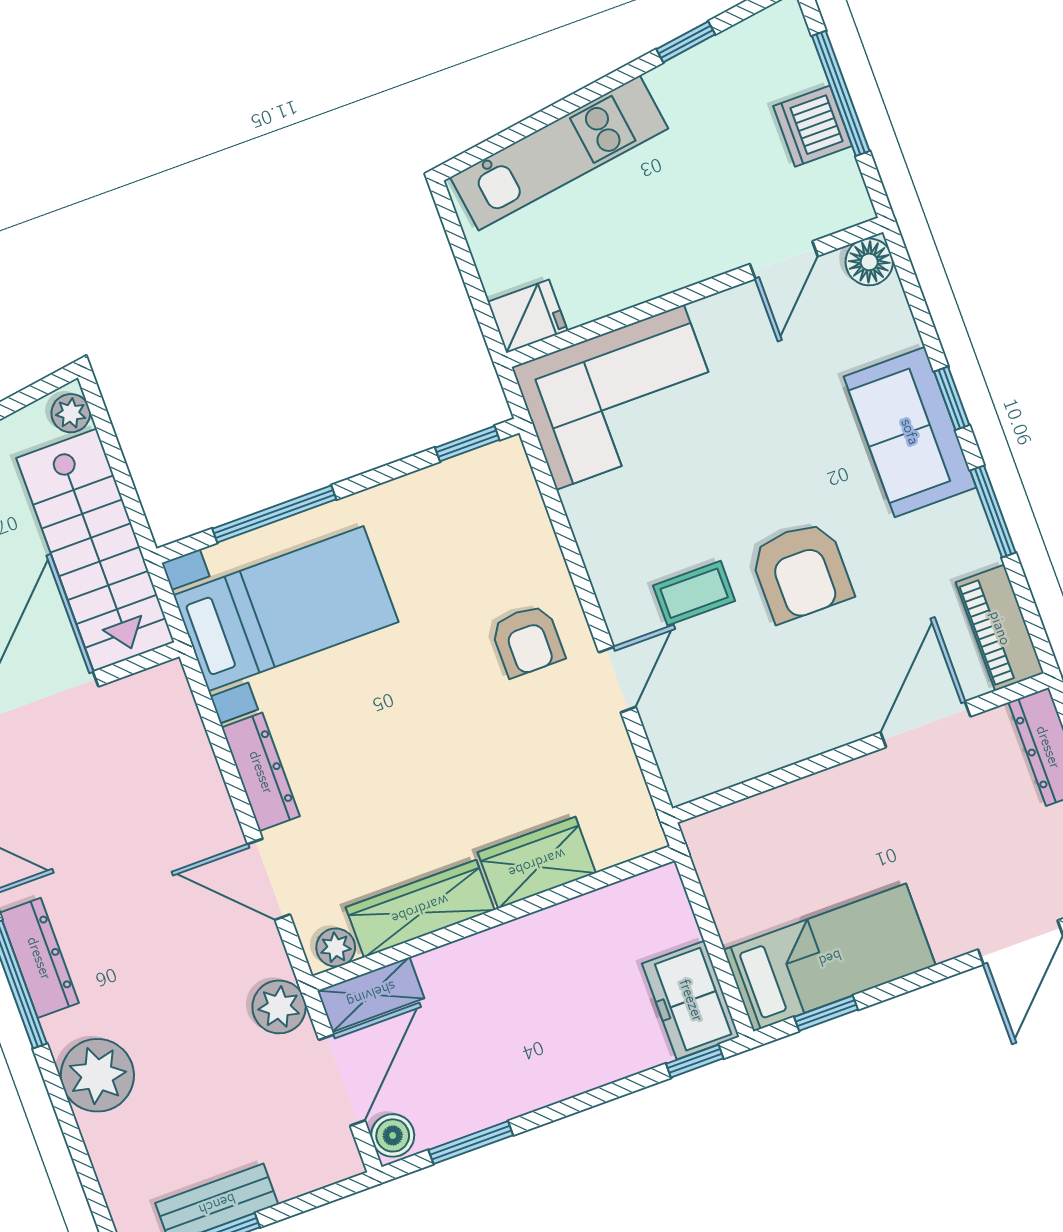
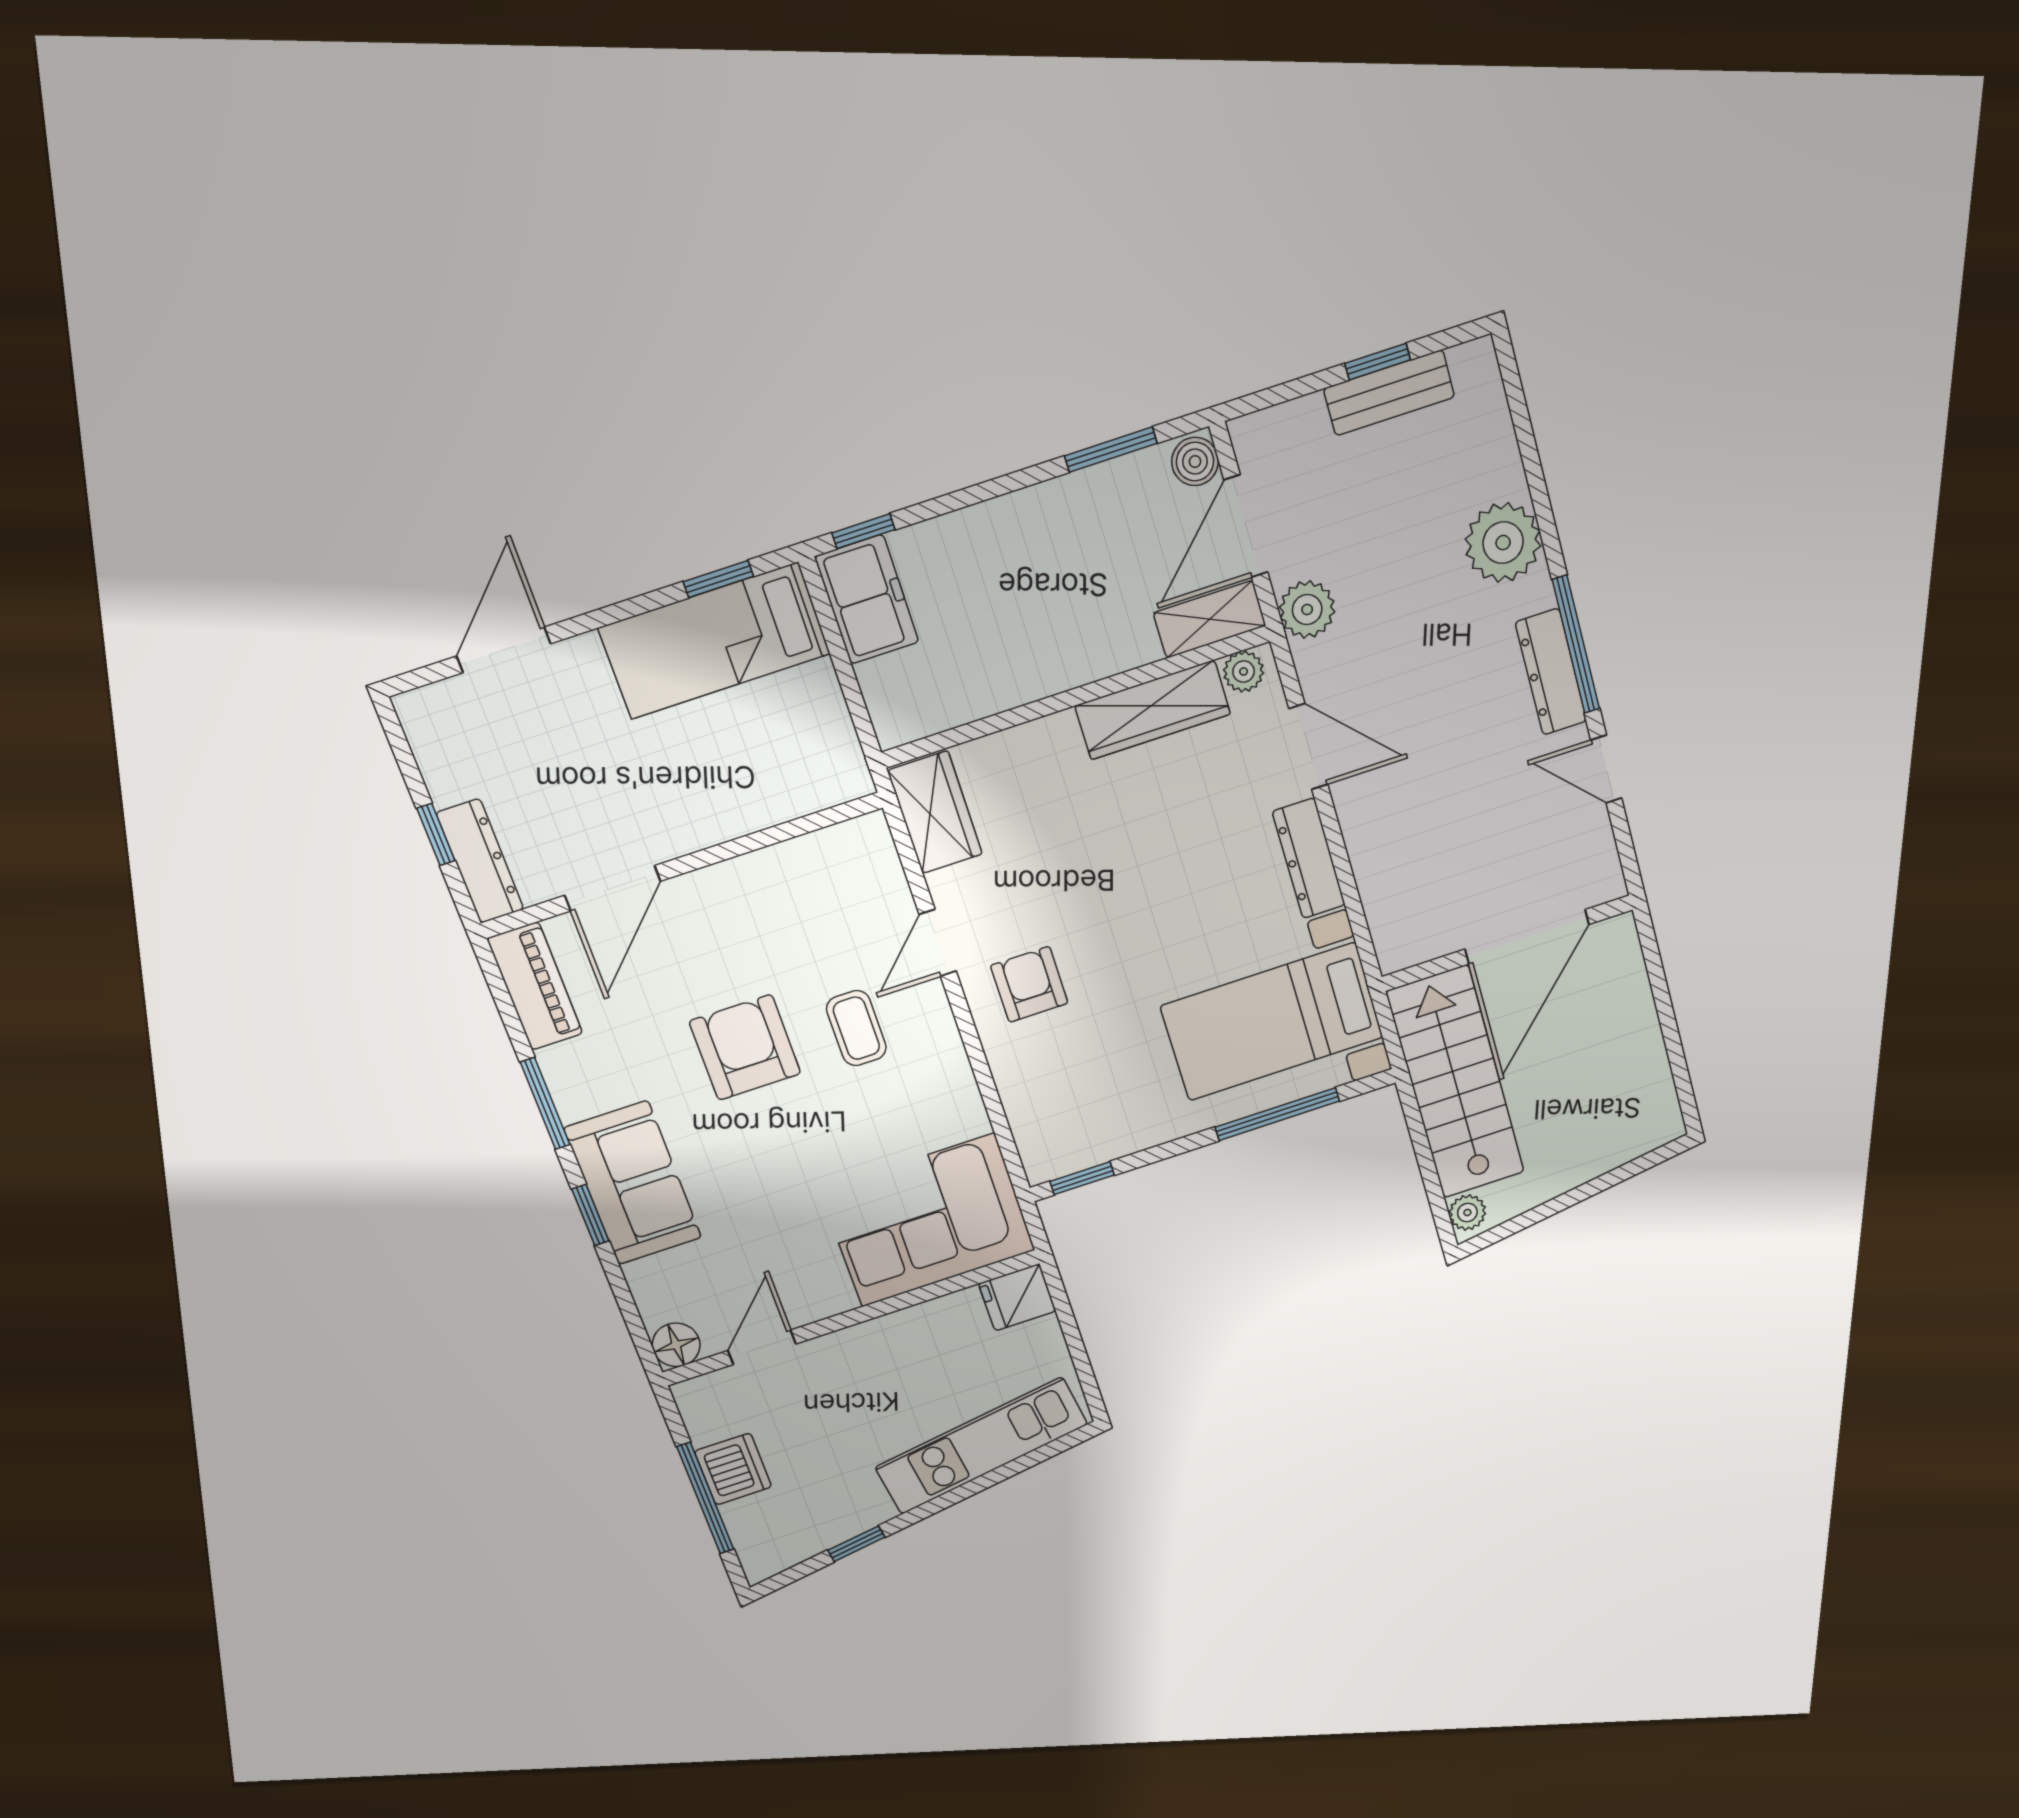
coffee table: (694, 593) -> (856, 1028), turned 90
wardrobe: (537, 863) -> (935, 812), moved, turned -90

